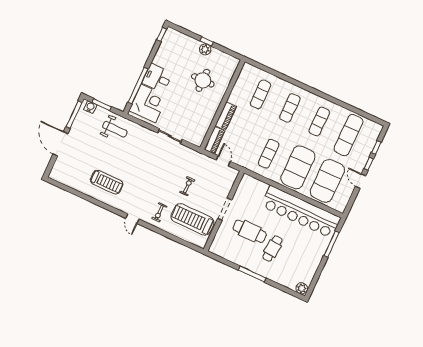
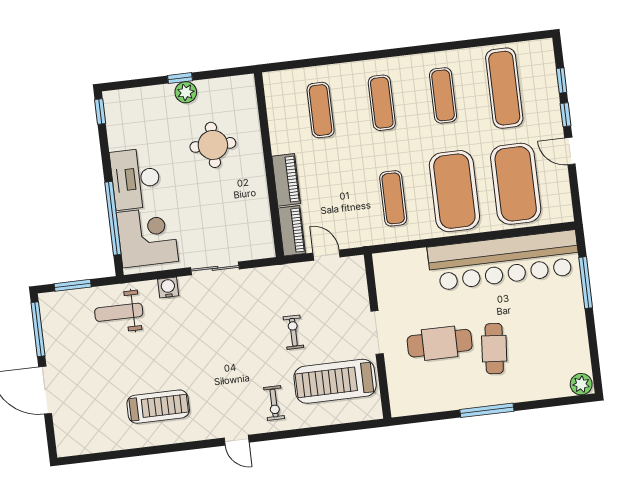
desk: (157, 78) -> (136, 179), width x1.37
water cooler: (90, 107) -> (168, 288), moved
weight bench: (115, 129) -> (119, 312), turned 180

